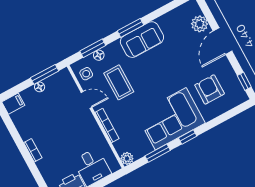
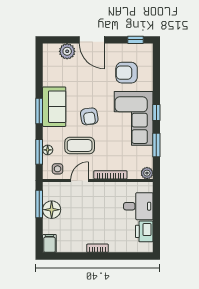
armchair: (150, 77) -> (89, 116), added
floor lamp: (40, 87) -> (52, 210), width x1.89, depth x1.89

